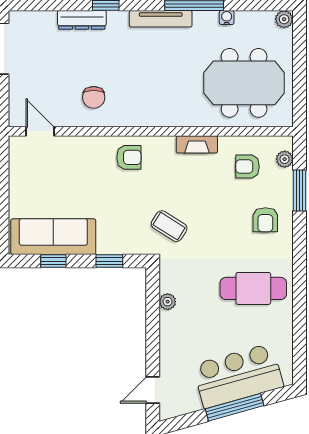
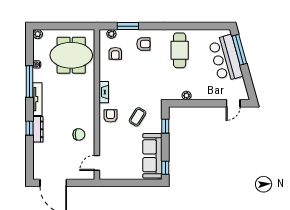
dresser: (82, 20) -> (38, 129), moved
meeting table: (244, 83) -> (71, 55), turned 90
fireplace: (197, 144) -> (104, 92), moved
coffee table: (169, 226) -> (137, 117), moved
window: (53, 261) -> (165, 168), moved
door: (153, 390) -> (233, 103), hinge flipped
window: (235, 407) -> (239, 50), moved

